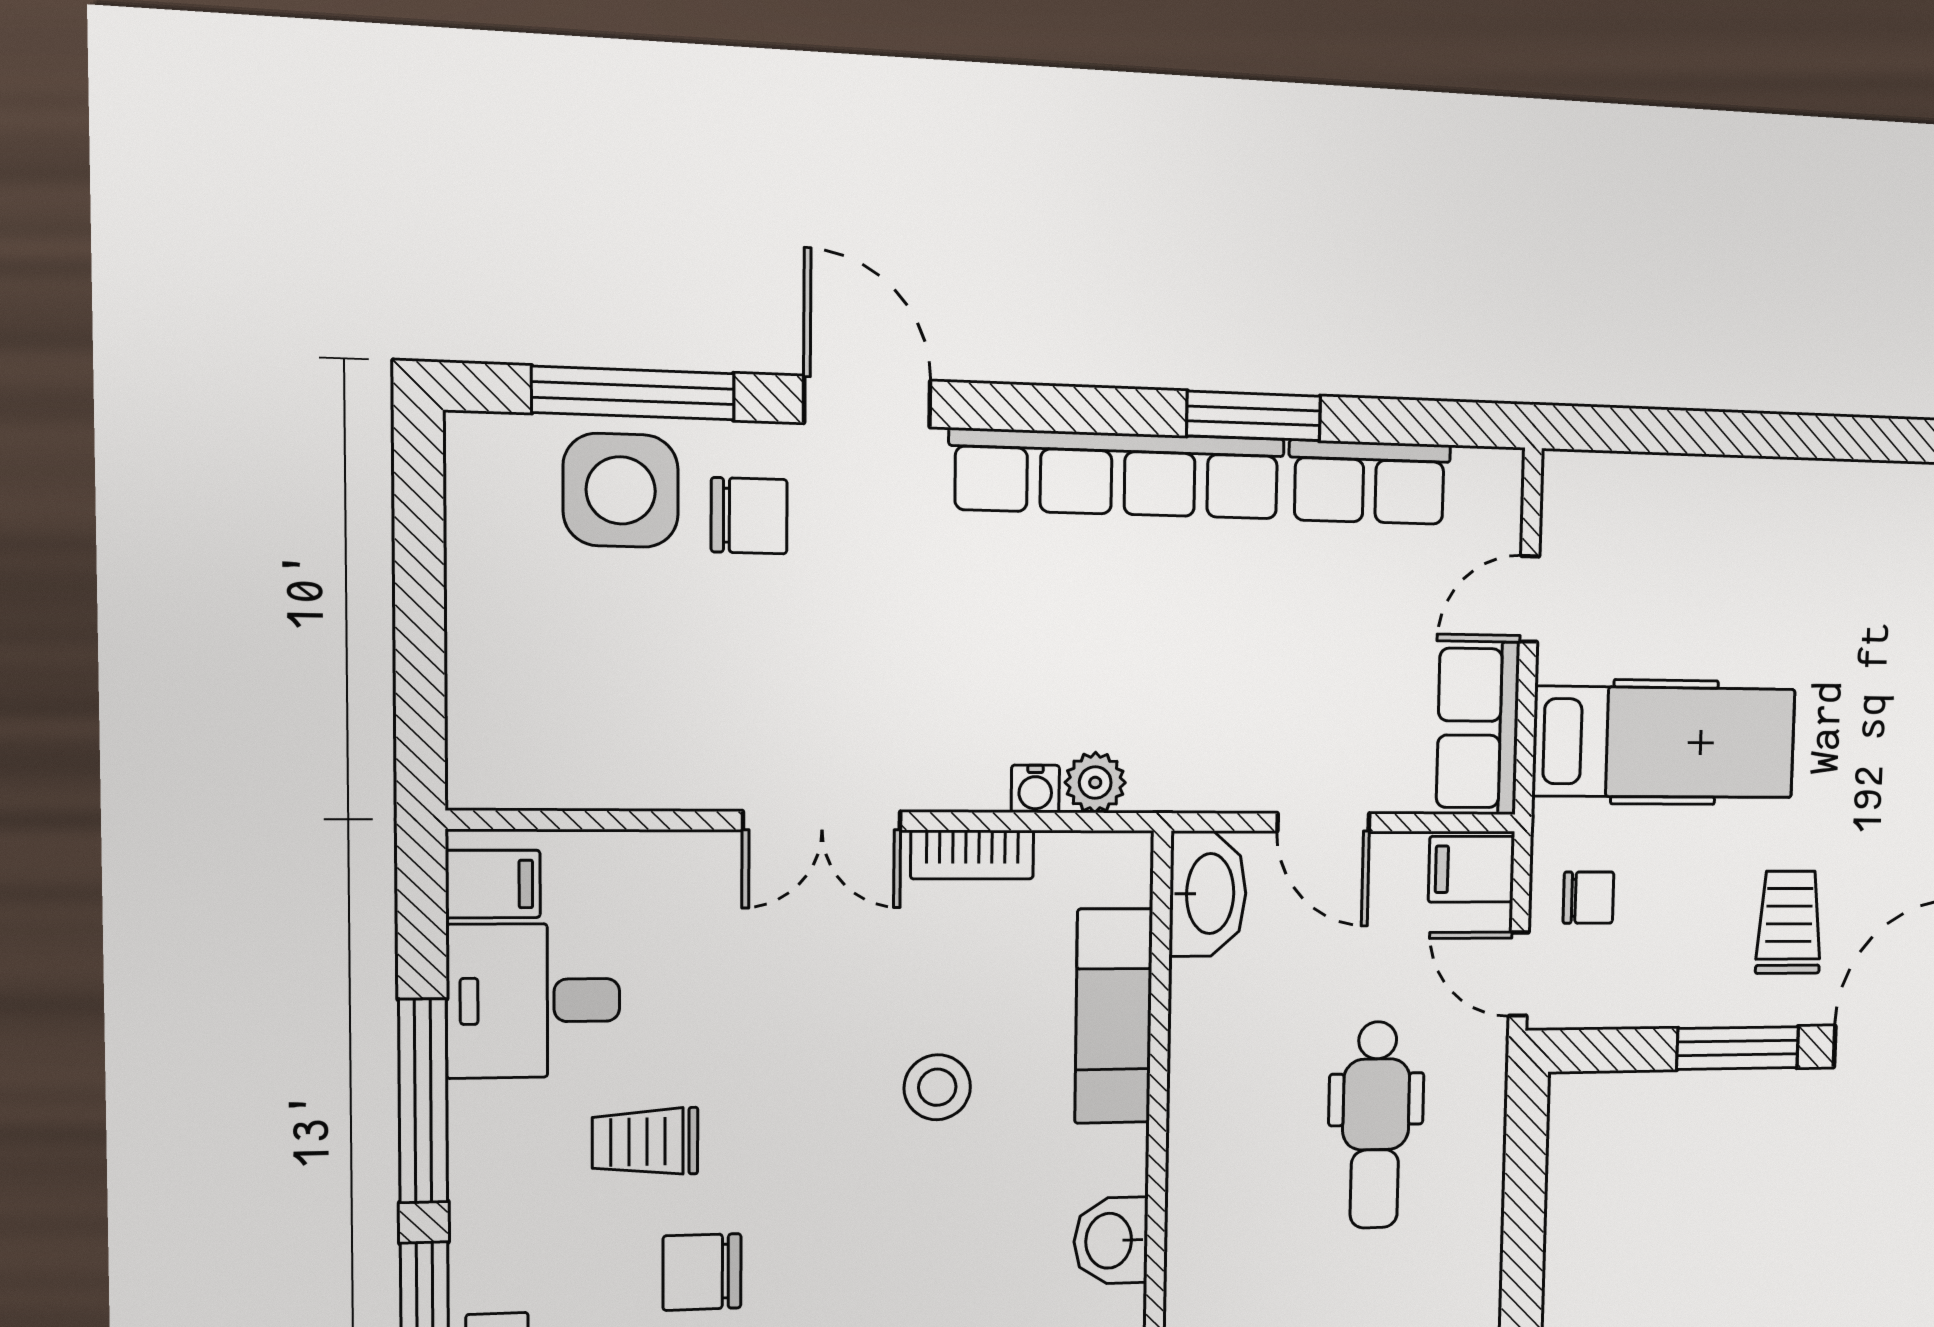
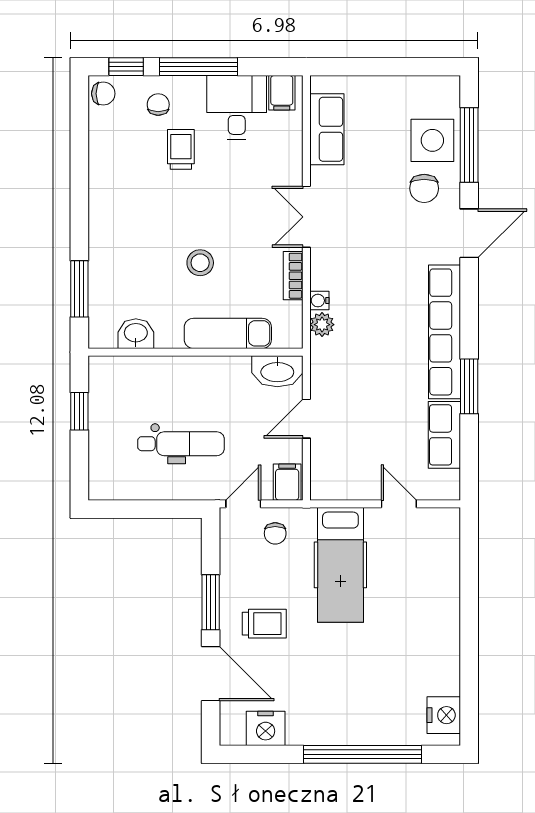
row of seats: (1478, 728) -> (327, 129), moved, turned 90
dental chair: (1376, 1125) -> (181, 444), turned 180
chair: (702, 1272) -> (158, 105), moved, width x0.73, depth x0.73

